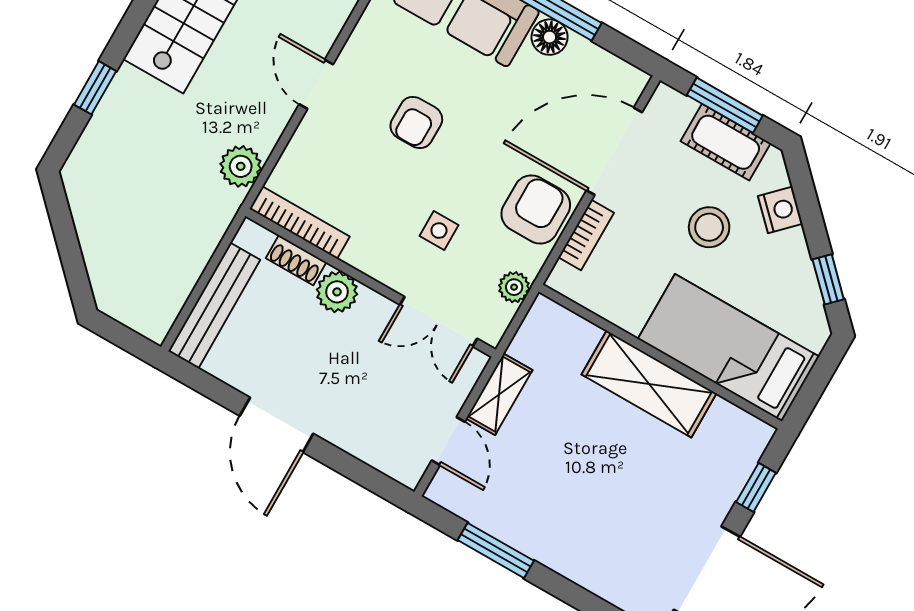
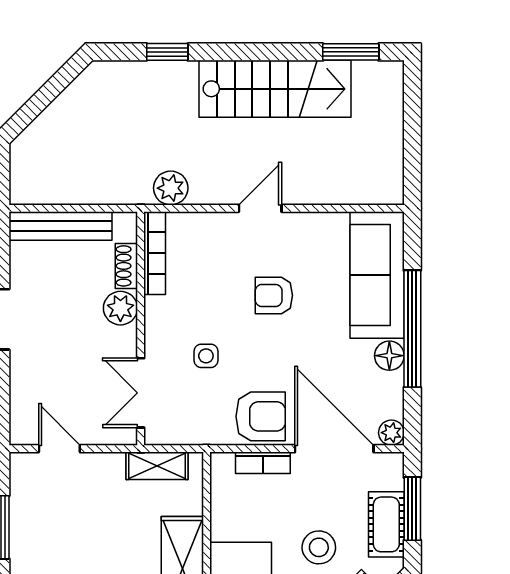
plant: (514, 287) -> (391, 433), moved
shelving: (499, 394) -> (157, 466), moved
door: (448, 441) -> (59, 449), swing flipped

